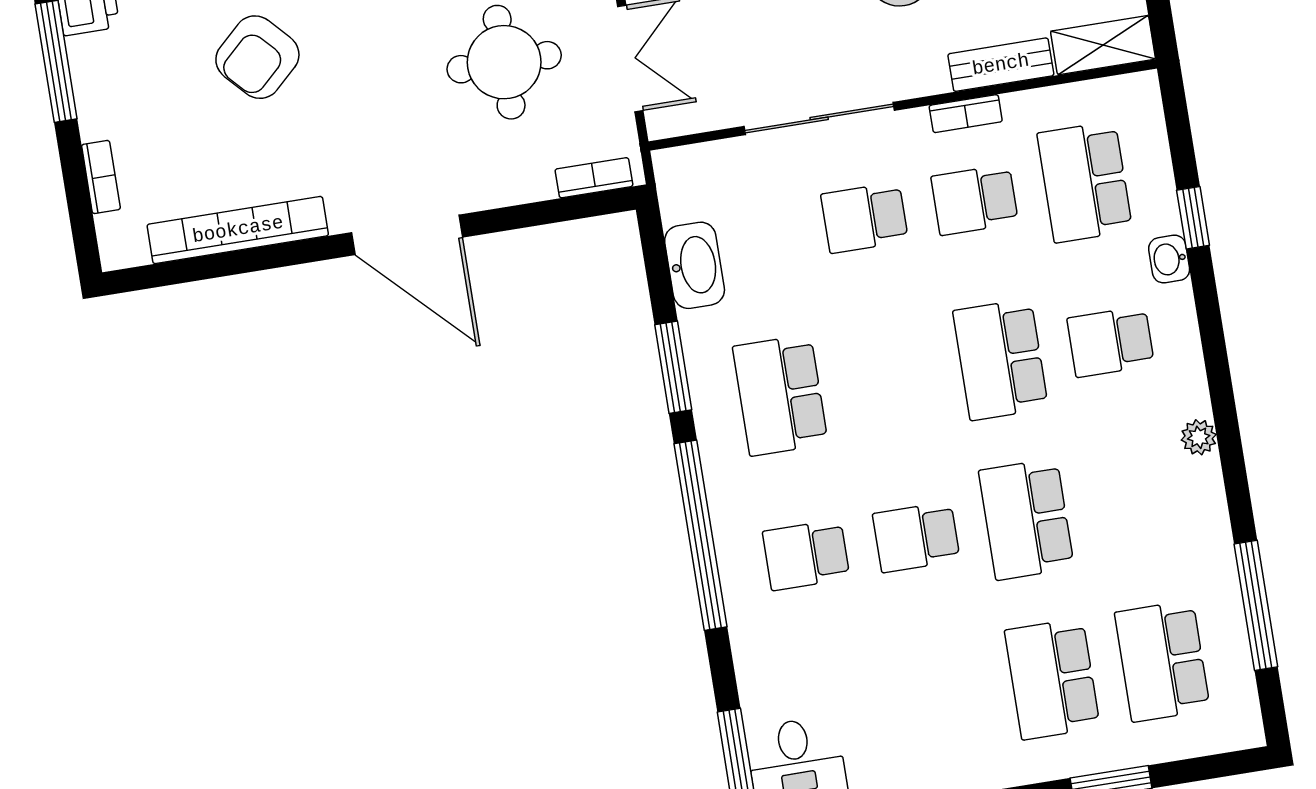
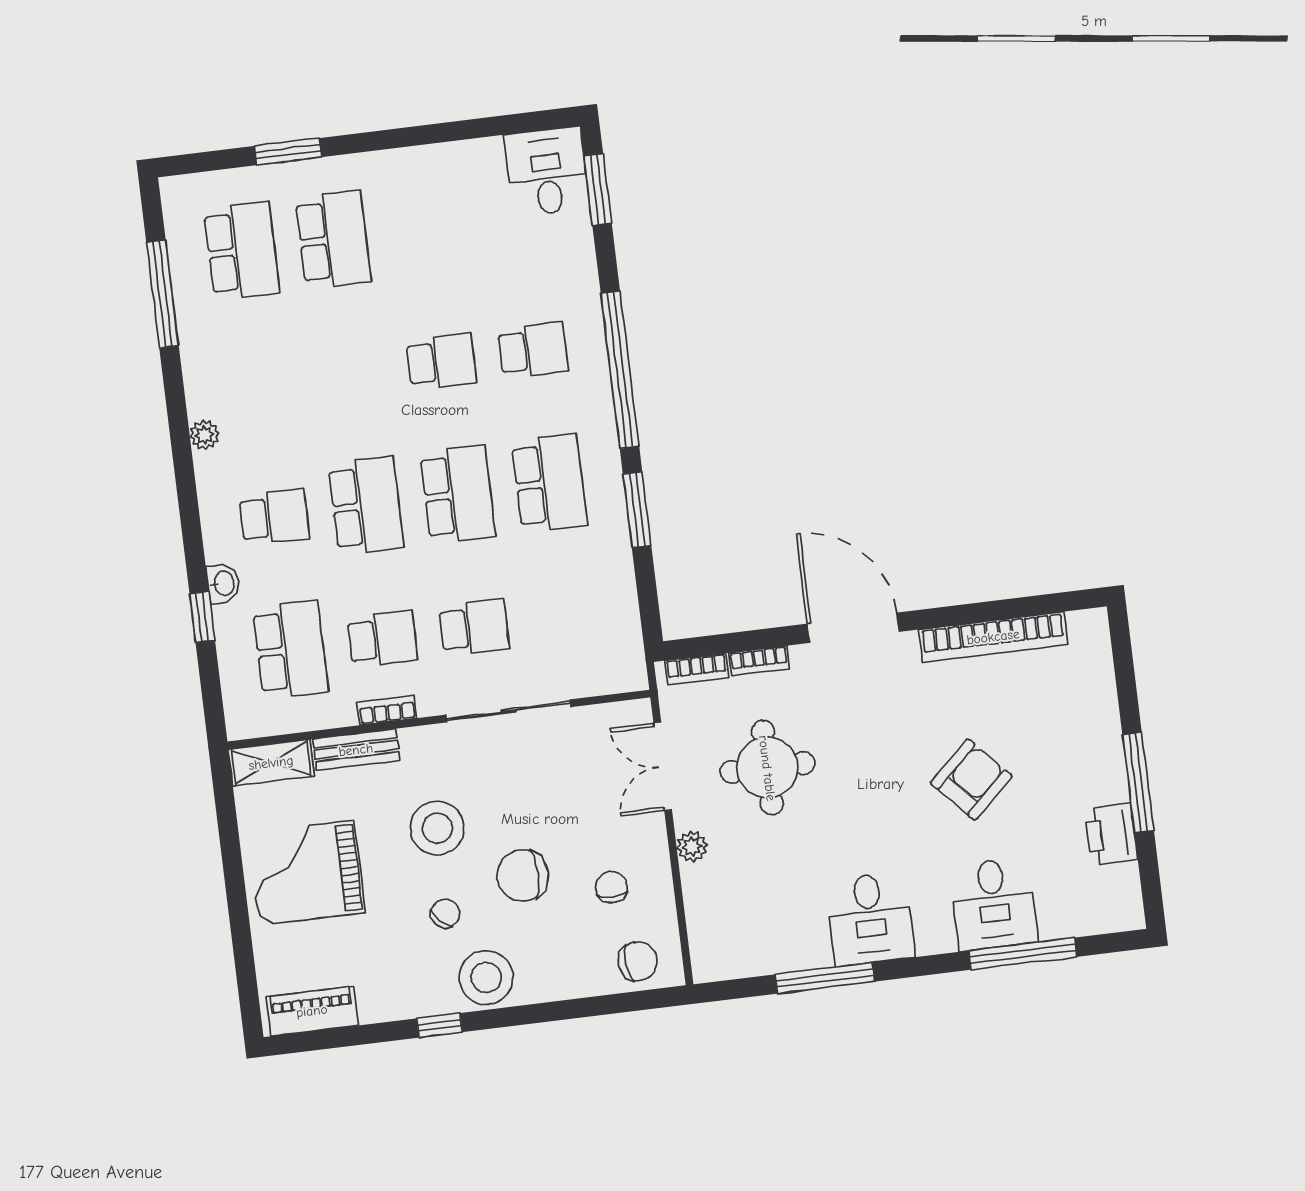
bookcase: (101, 177) -> (759, 661), moved, turned -90
washbasin: (695, 265) -> (616, 593), removed
school desk: (1026, 519) -> (458, 494), moved

